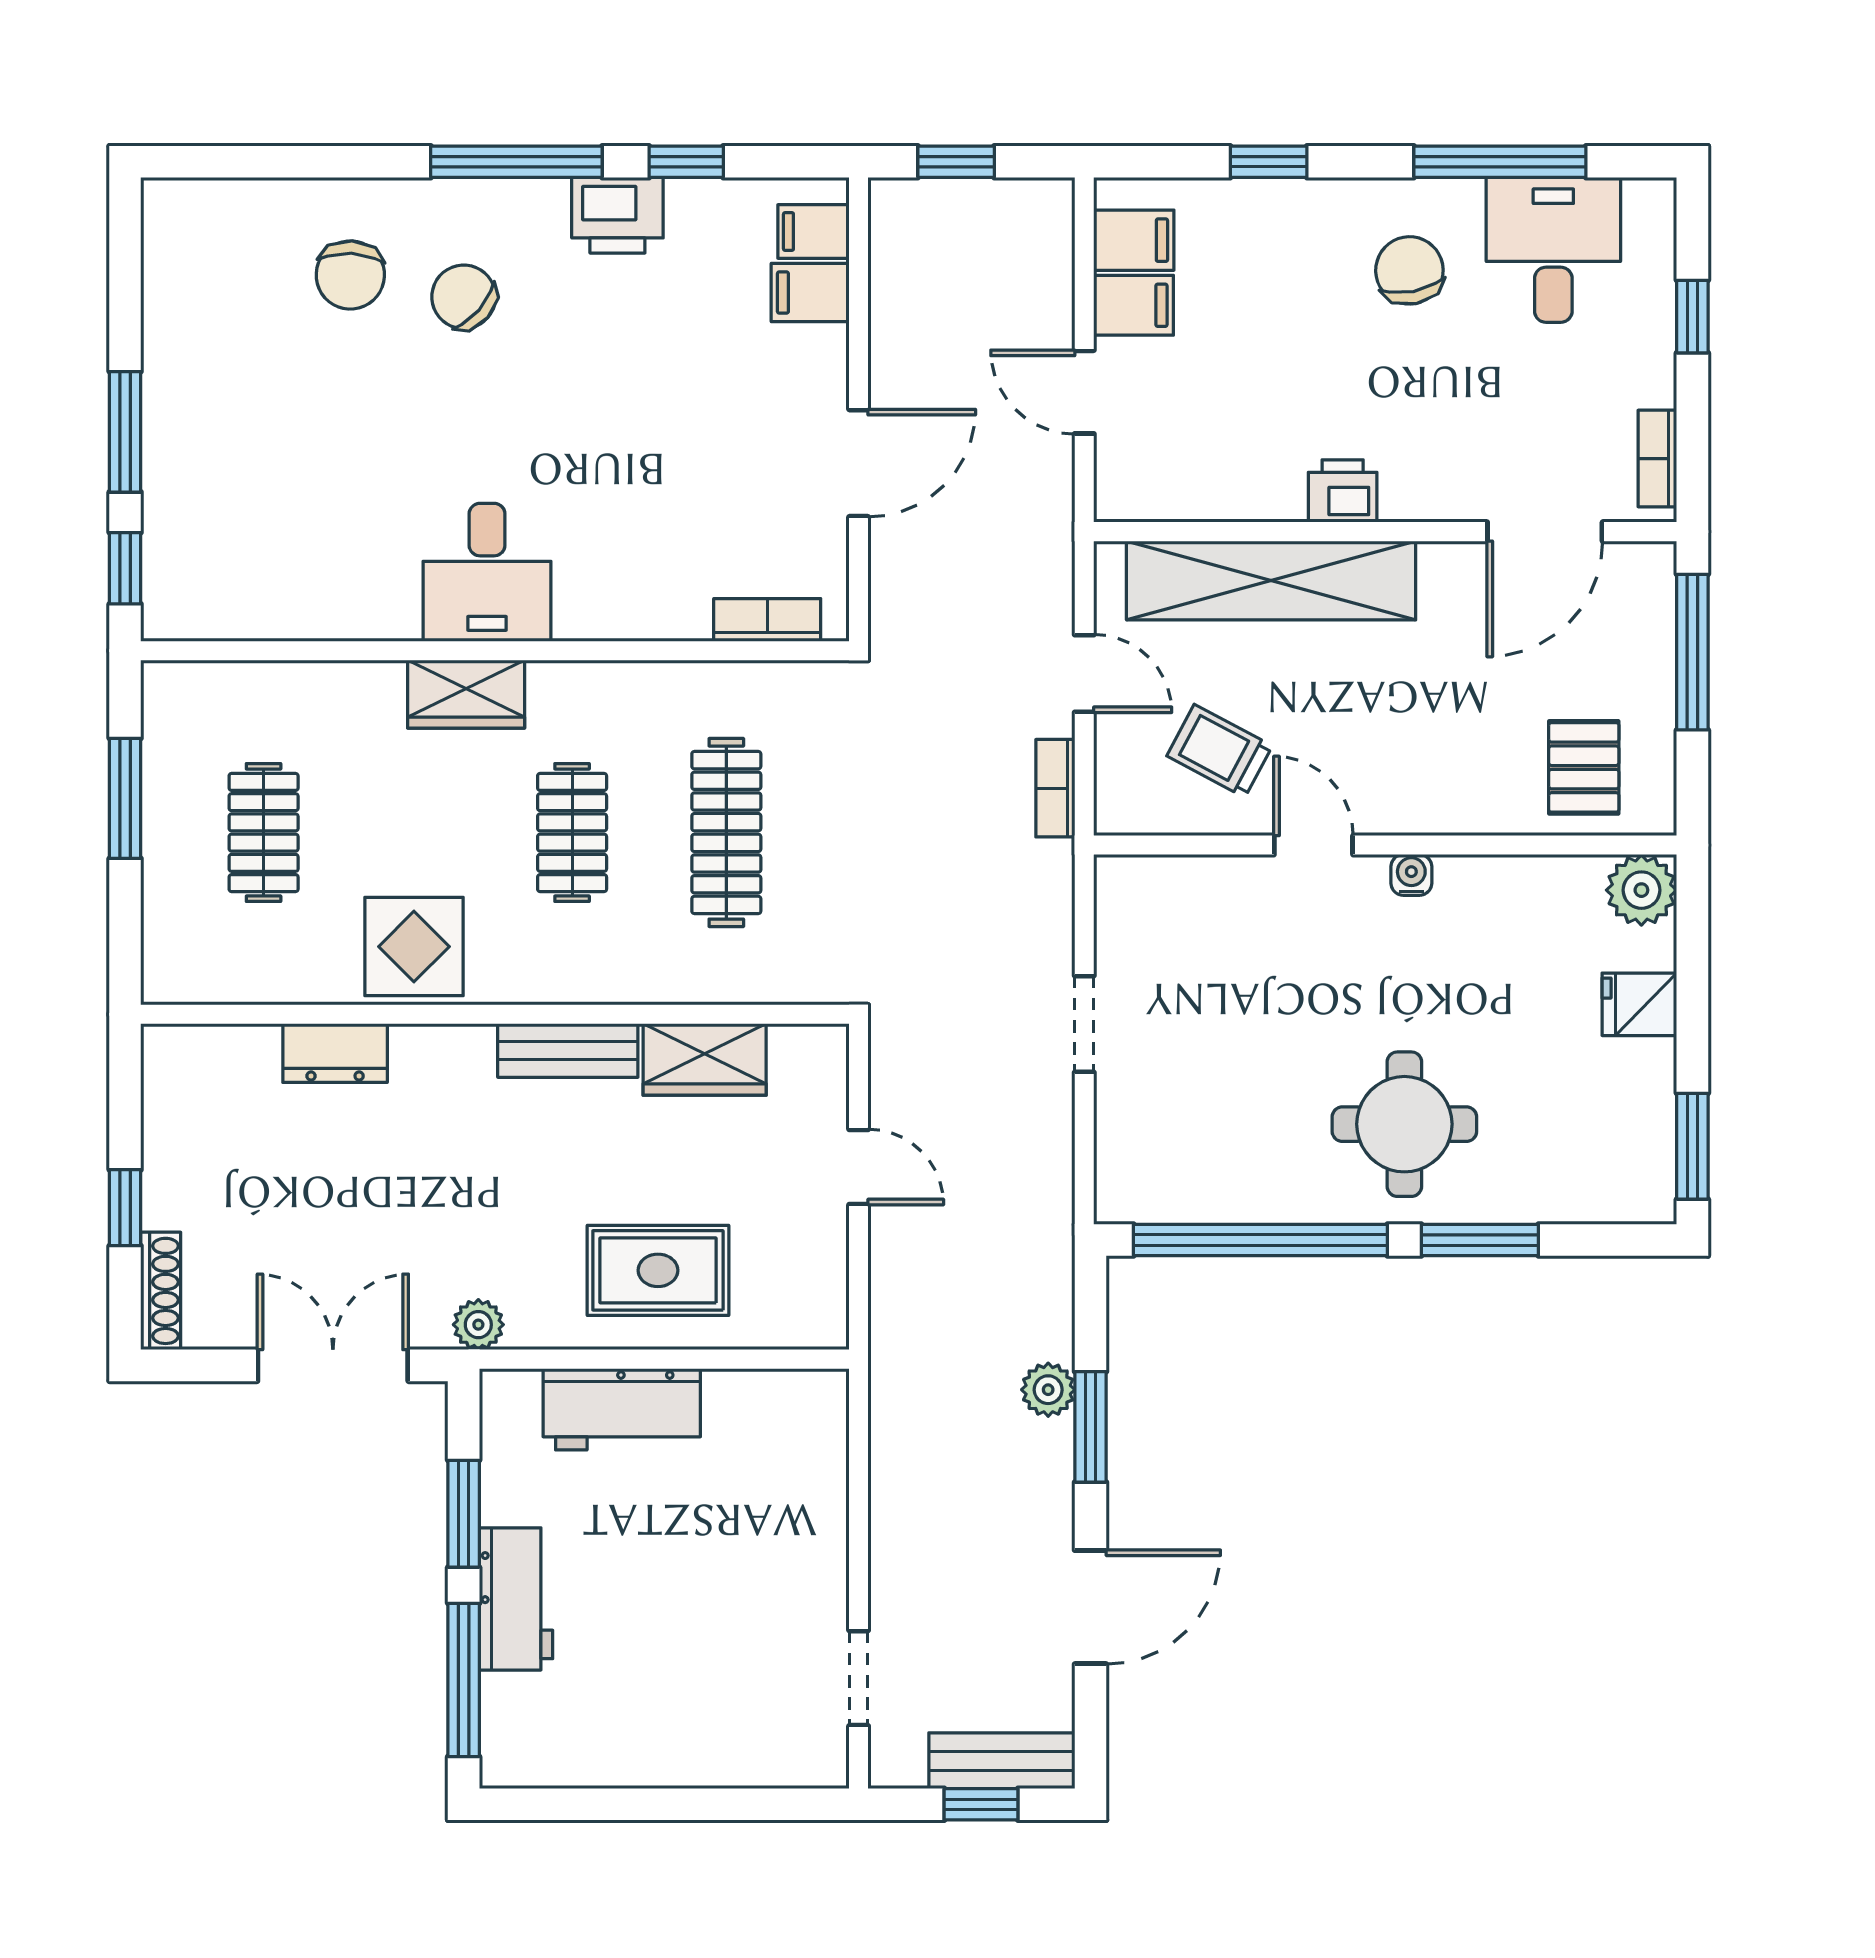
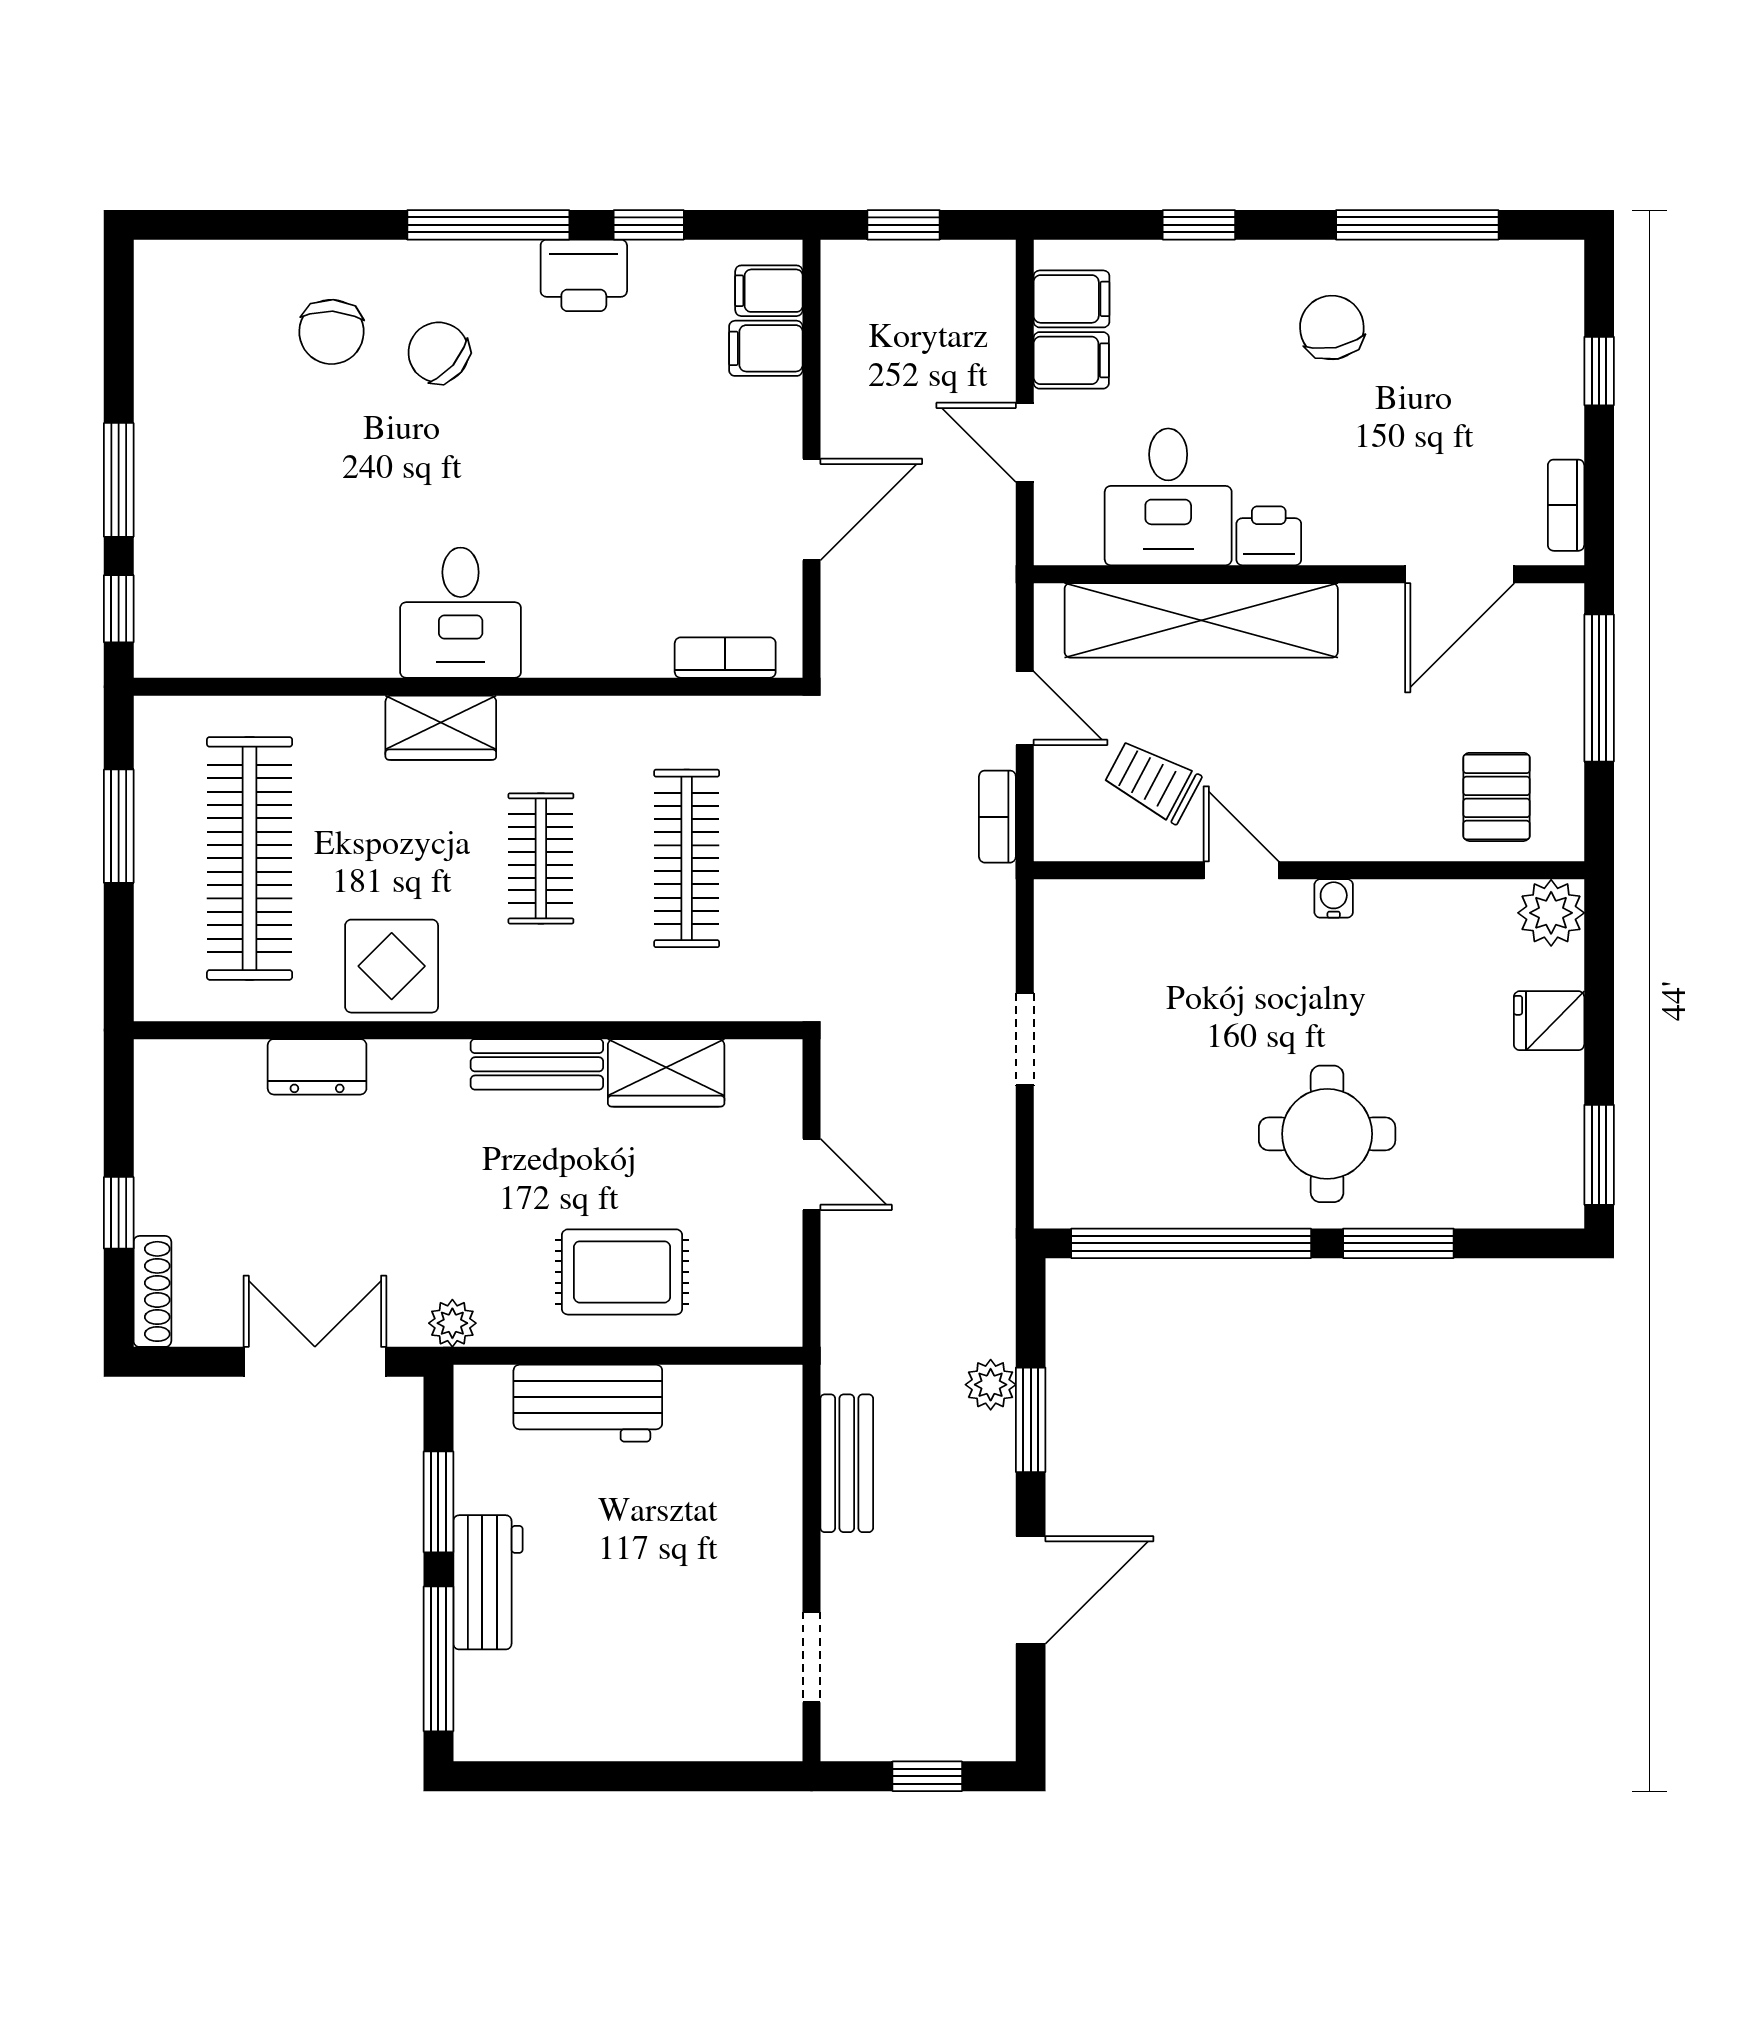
desk: (1553, 250) -> (1168, 497), moved, turned 180
clothes rail: (264, 833) -> (250, 858), width x1.86, depth x1.31
bench: (1002, 1761) -> (847, 1463), moved, turned 90

